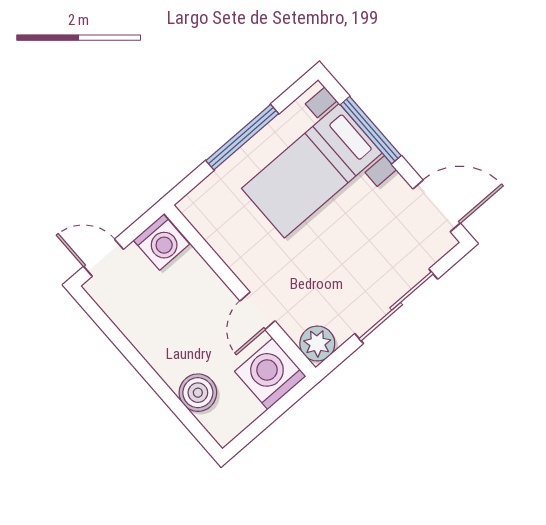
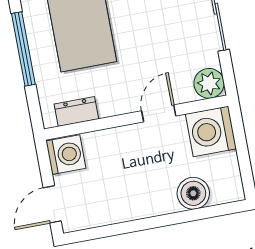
dresser: (211, 227) -> (76, 112), added
door: (258, 311) -> (159, 113), swing flipped

